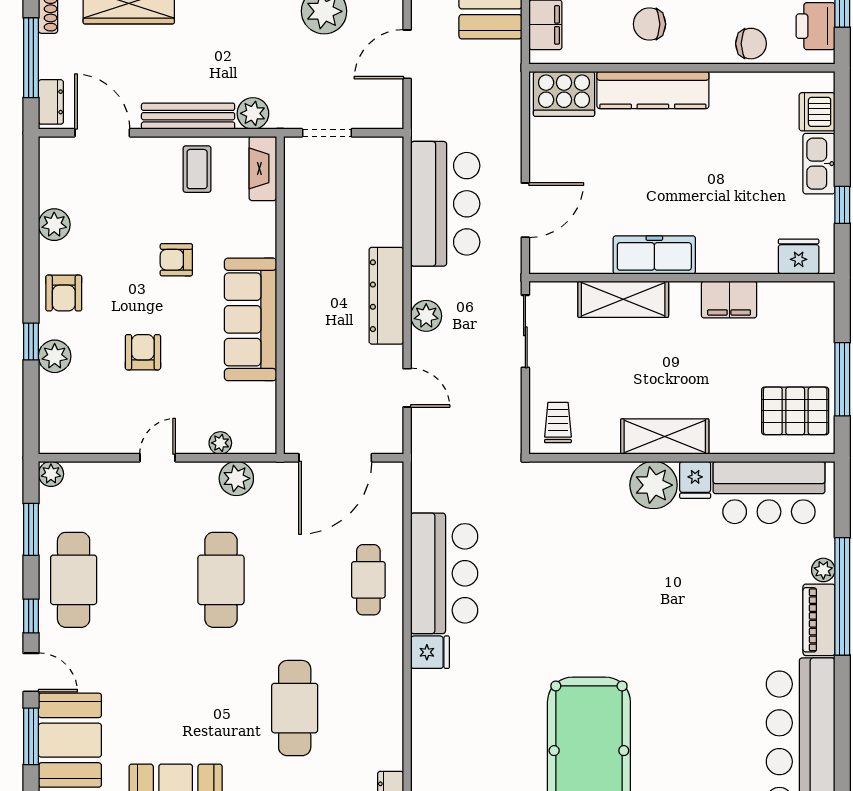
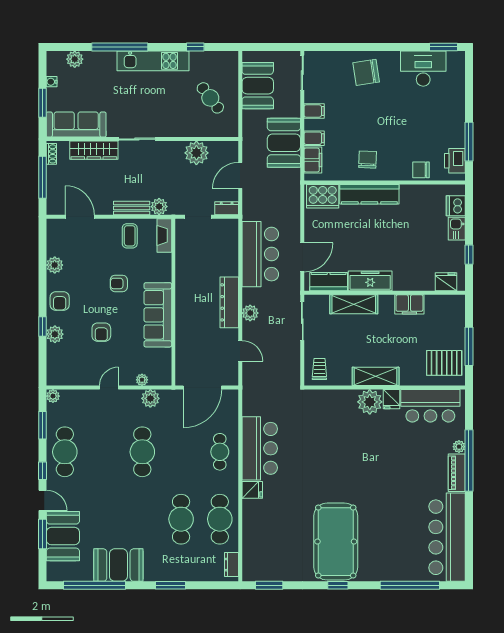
chair: (649, 24) -> (368, 160), turned 92
chair: (751, 44) -> (421, 170), turned 180
dresser: (51, 102) -> (227, 208), moved, turned -90
bench: (188, 116) -> (132, 208), width x0.73
kitchen sink: (819, 164) -> (457, 229), width x0.73
kitchen counter: (575, 256) -> (329, 282), added
armchair: (143, 352) -> (101, 332), turned 180
cafe table: (368, 708) -> (220, 519), added

